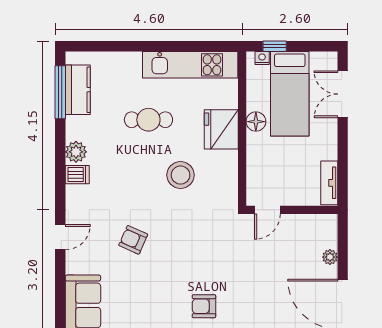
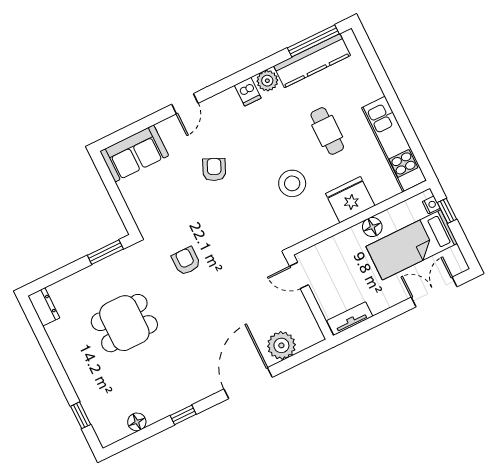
kitchen counter: (78, 90) -> (312, 61), width x1.50
door: (60, 237) -> (185, 104), hinge flipped
plant: (330, 257) -> (281, 345), width x1.88, depth x1.88

